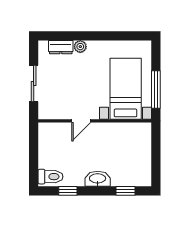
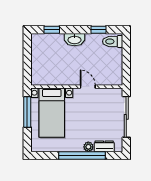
window: (88, 36) -> (82, 155), added
sliding door: (34, 83) -> (126, 117), width x1.37
door: (81, 121) -> (88, 87), hinge flipped

